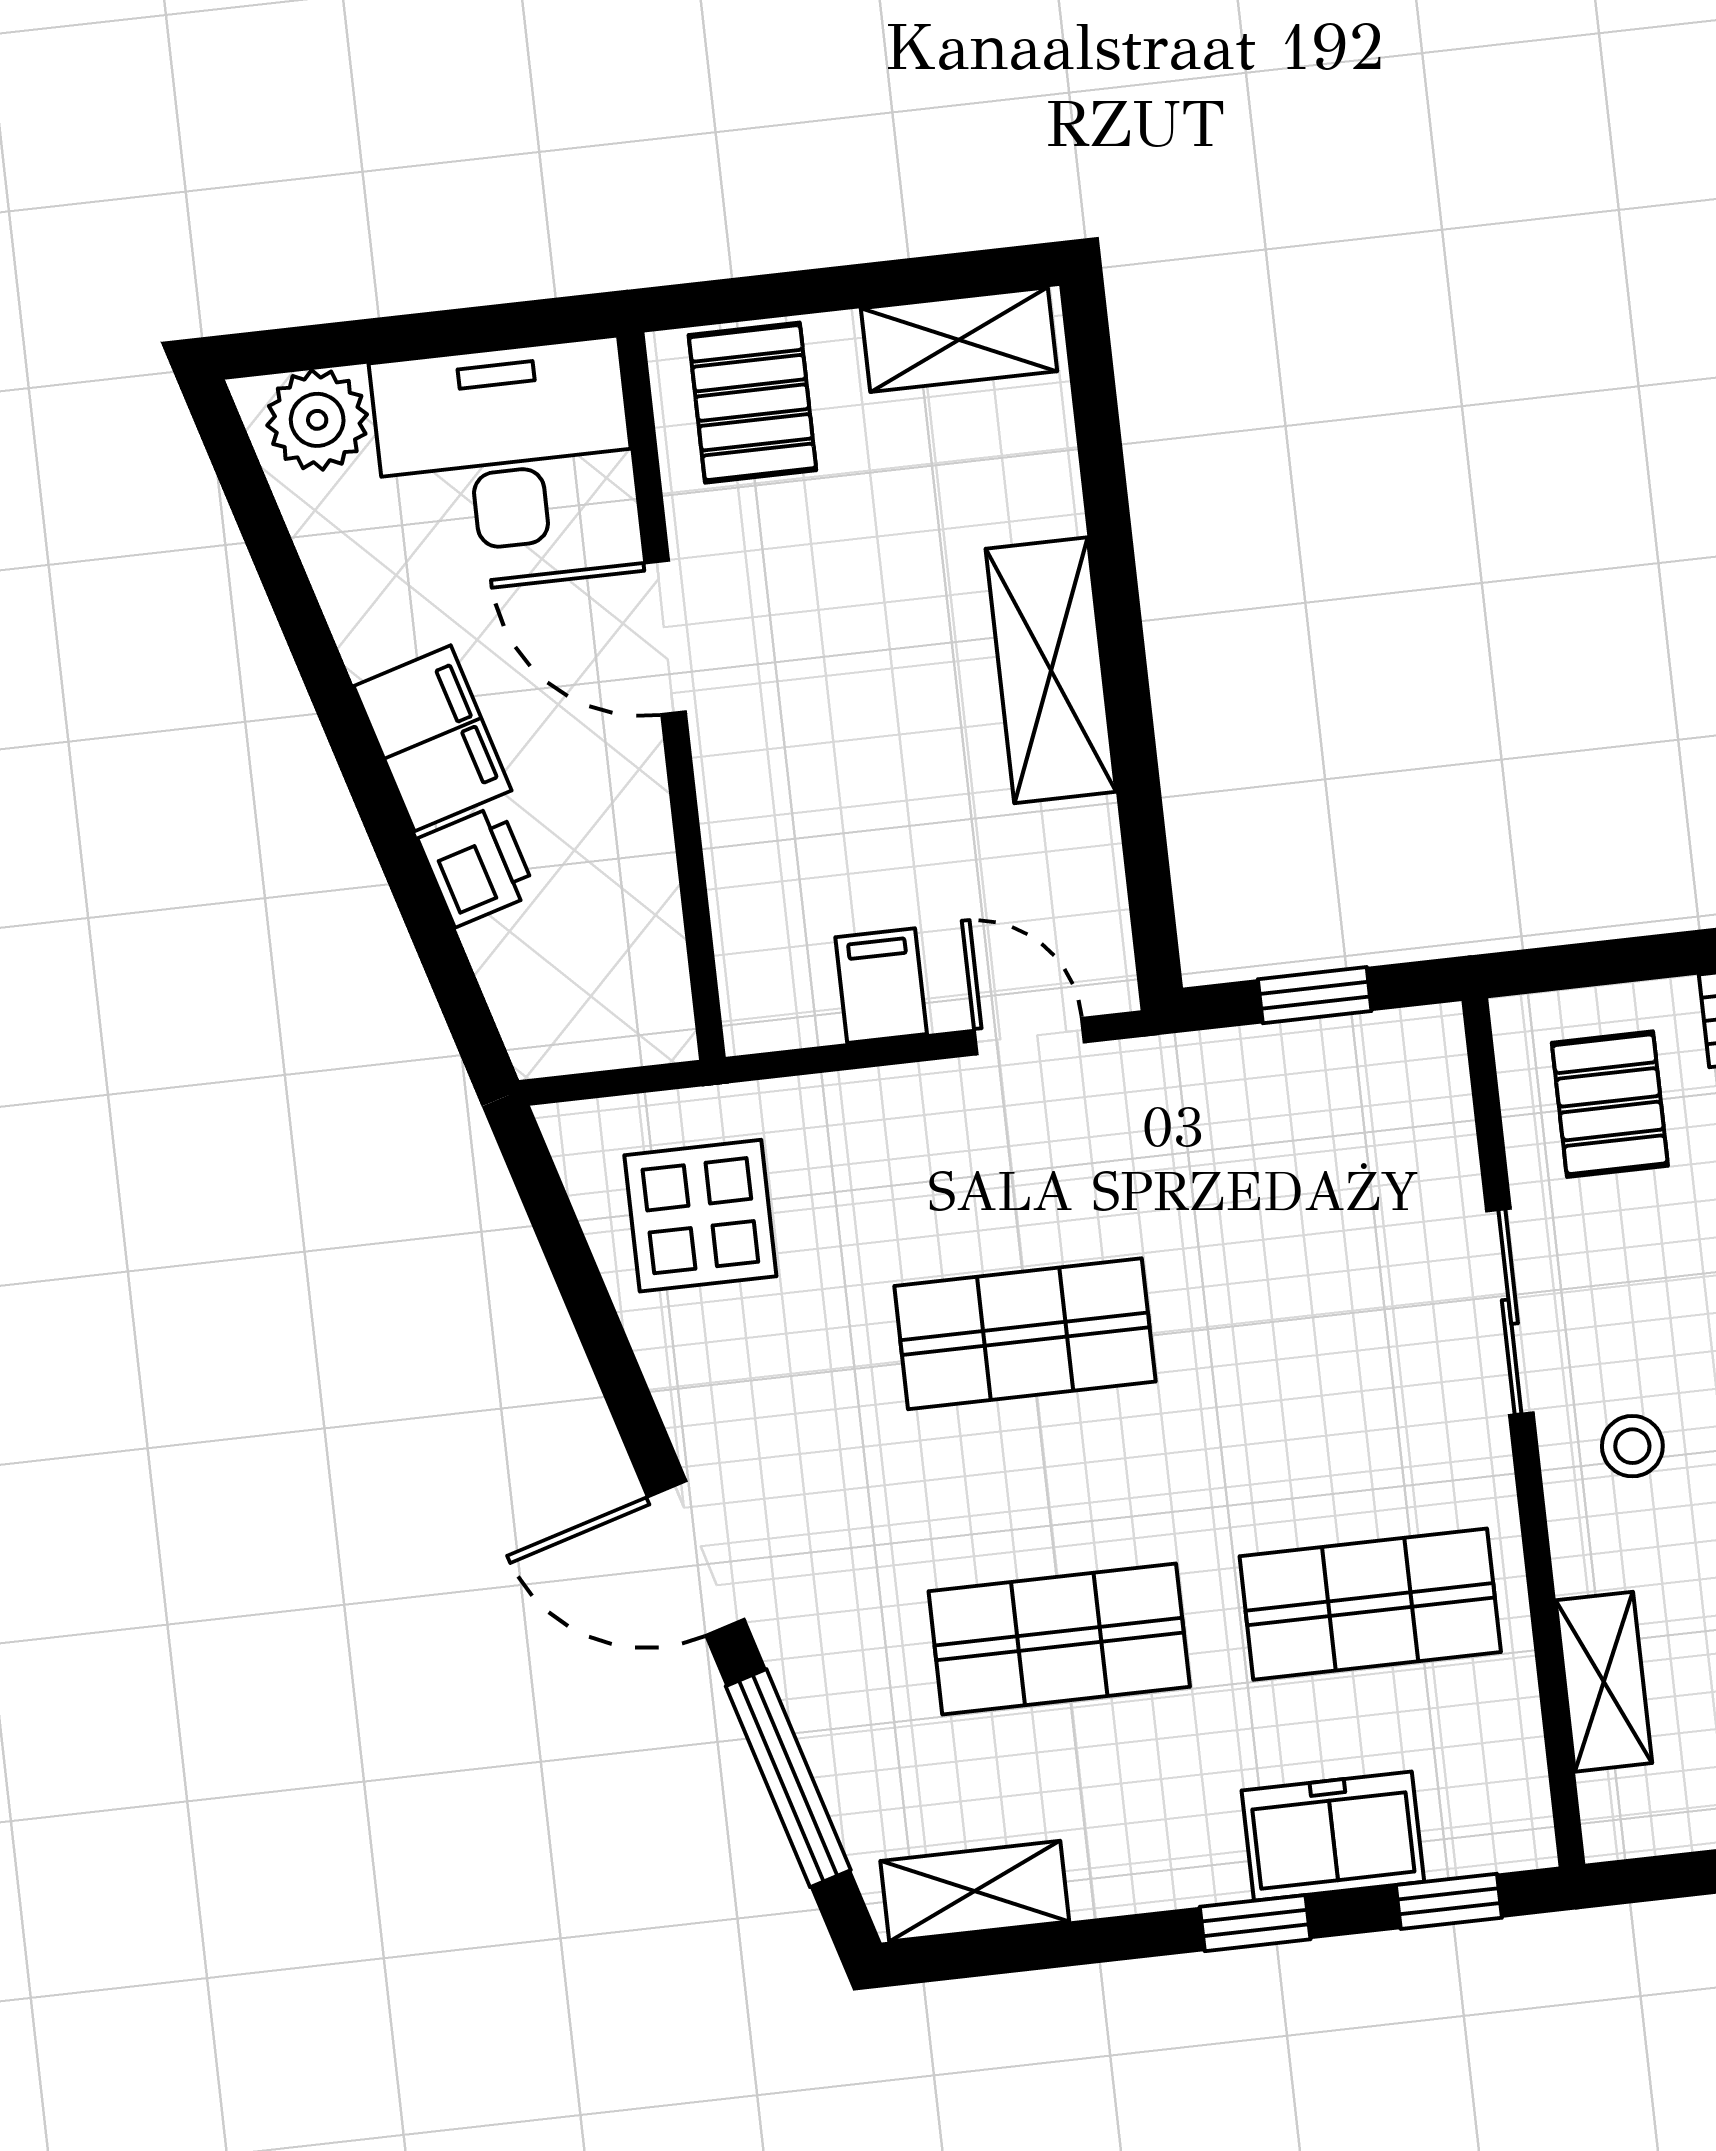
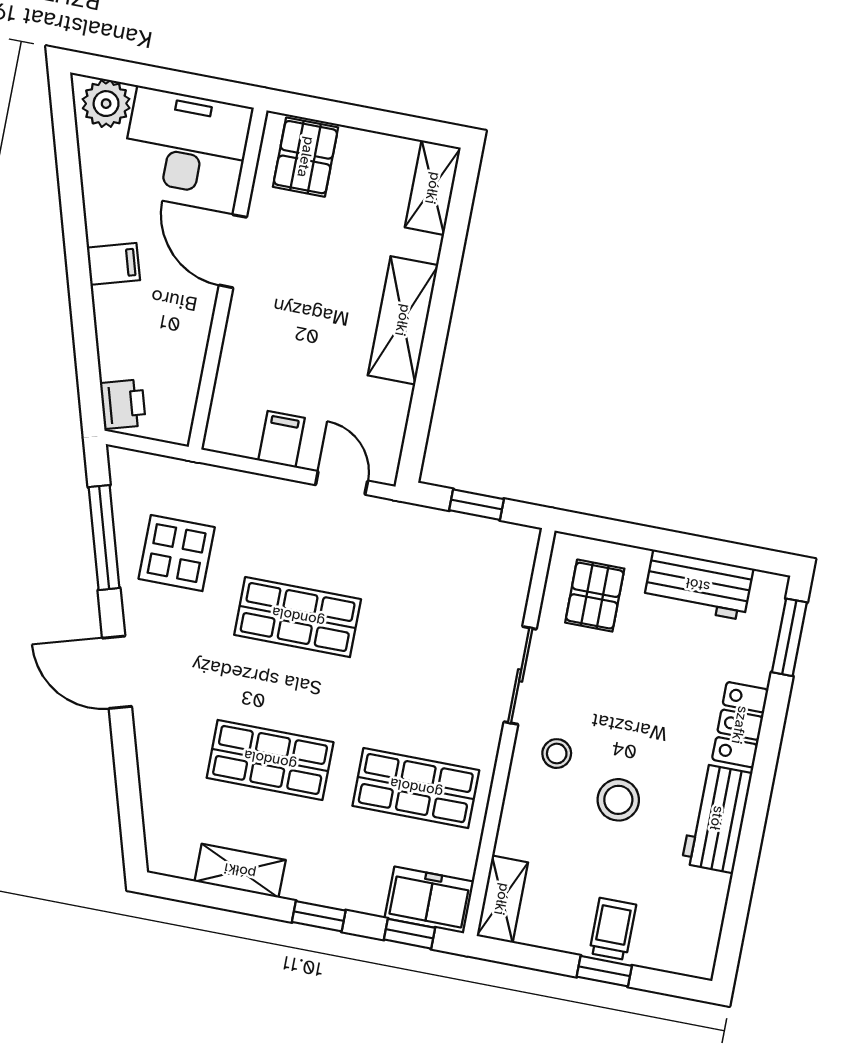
shelving: (959, 340) -> (433, 188), moved, turned 90
filing cabinet: (433, 738) -> (113, 264), width x0.50
printer: (477, 866) -> (123, 404), moved
display table: (700, 1216) -> (177, 553), moved
shelving: (1604, 1682) -> (502, 899), moved
window: (788, 1778) -> (104, 538), moved
freezer: (1333, 1836) -> (429, 900), moved
shelving: (975, 1891) -> (240, 871), moved

